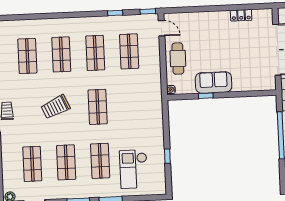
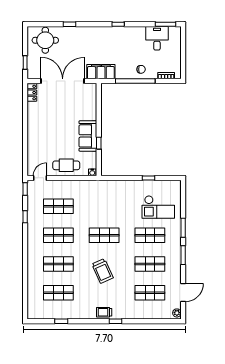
locker: (241, 15) -> (32, 93), moved

